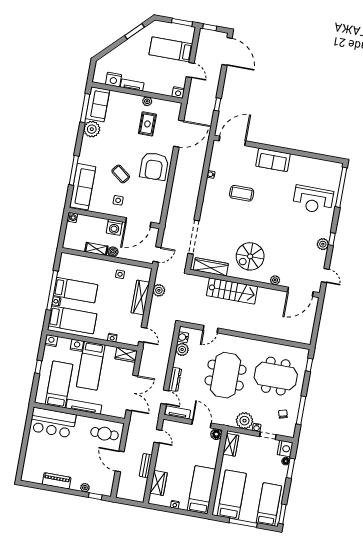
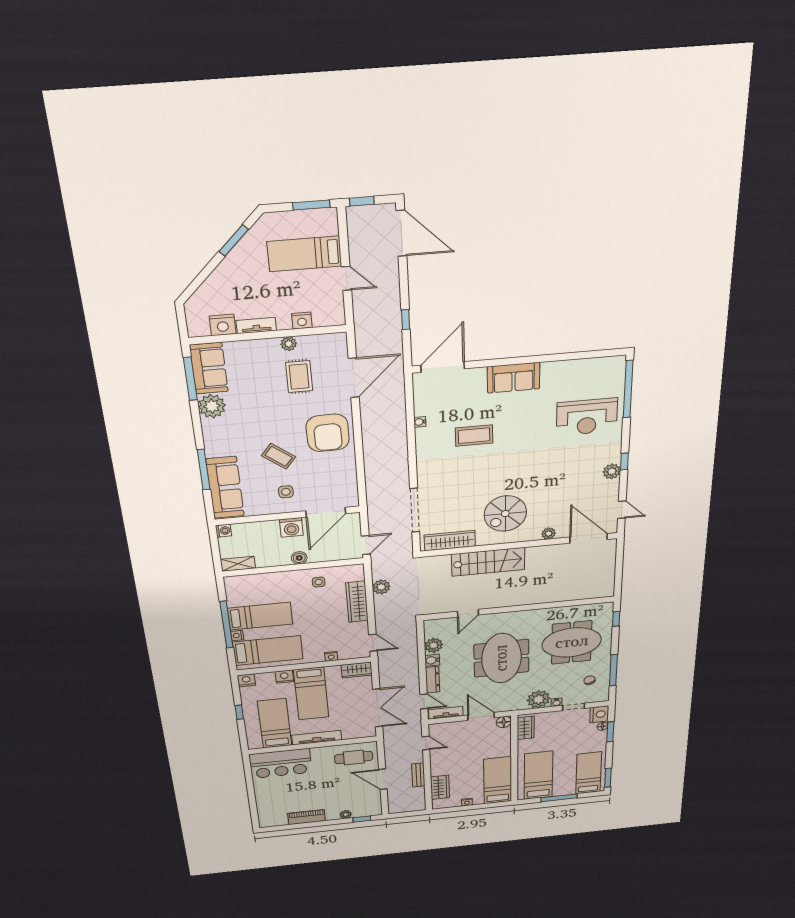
nightstand: (178, 92) -> (302, 321), moved
shelving: (96, 249) -> (238, 564), moved
door: (300, 292) -> (589, 538), swing flipped
water cooler: (183, 337) -> (432, 660), moved

